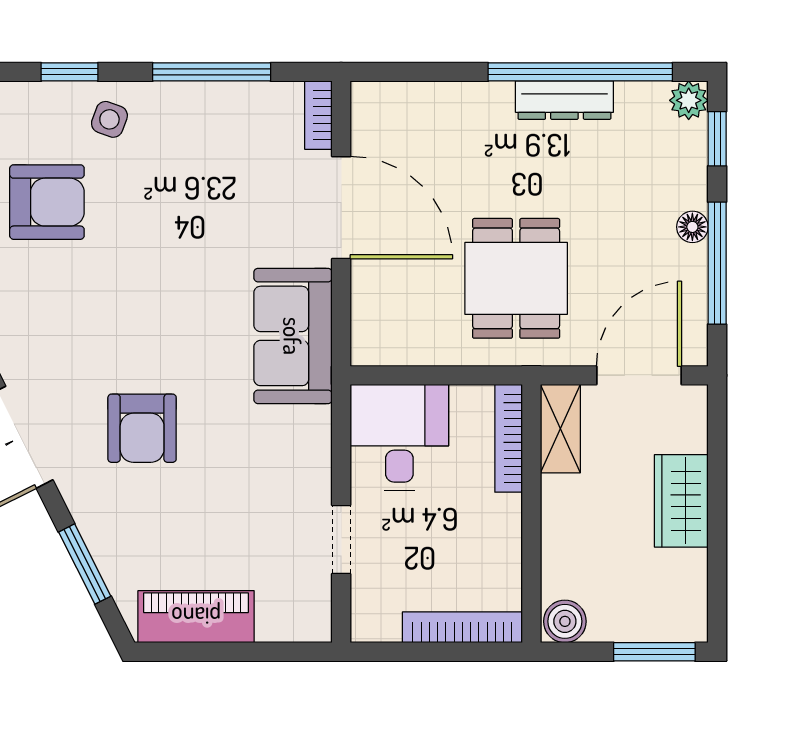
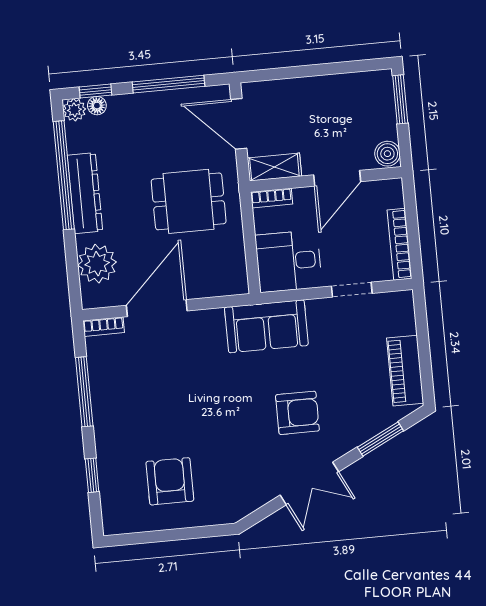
dresser: (564, 100) -> (85, 193), width x1.37, depth x1.24
plant: (426, 114) -> (97, 264), added
side table: (109, 119) -> (118, 449), removed
floor lamp: (692, 227) -> (97, 106), moved
sofa: (293, 336) -> (266, 326), moved
bookcase: (509, 438) -> (272, 198), width x0.64
wardrobe: (681, 501) -> (310, 92), removed
door: (531, 533) -> (337, 178), added
bookcase: (462, 627) -> (400, 244), moved

